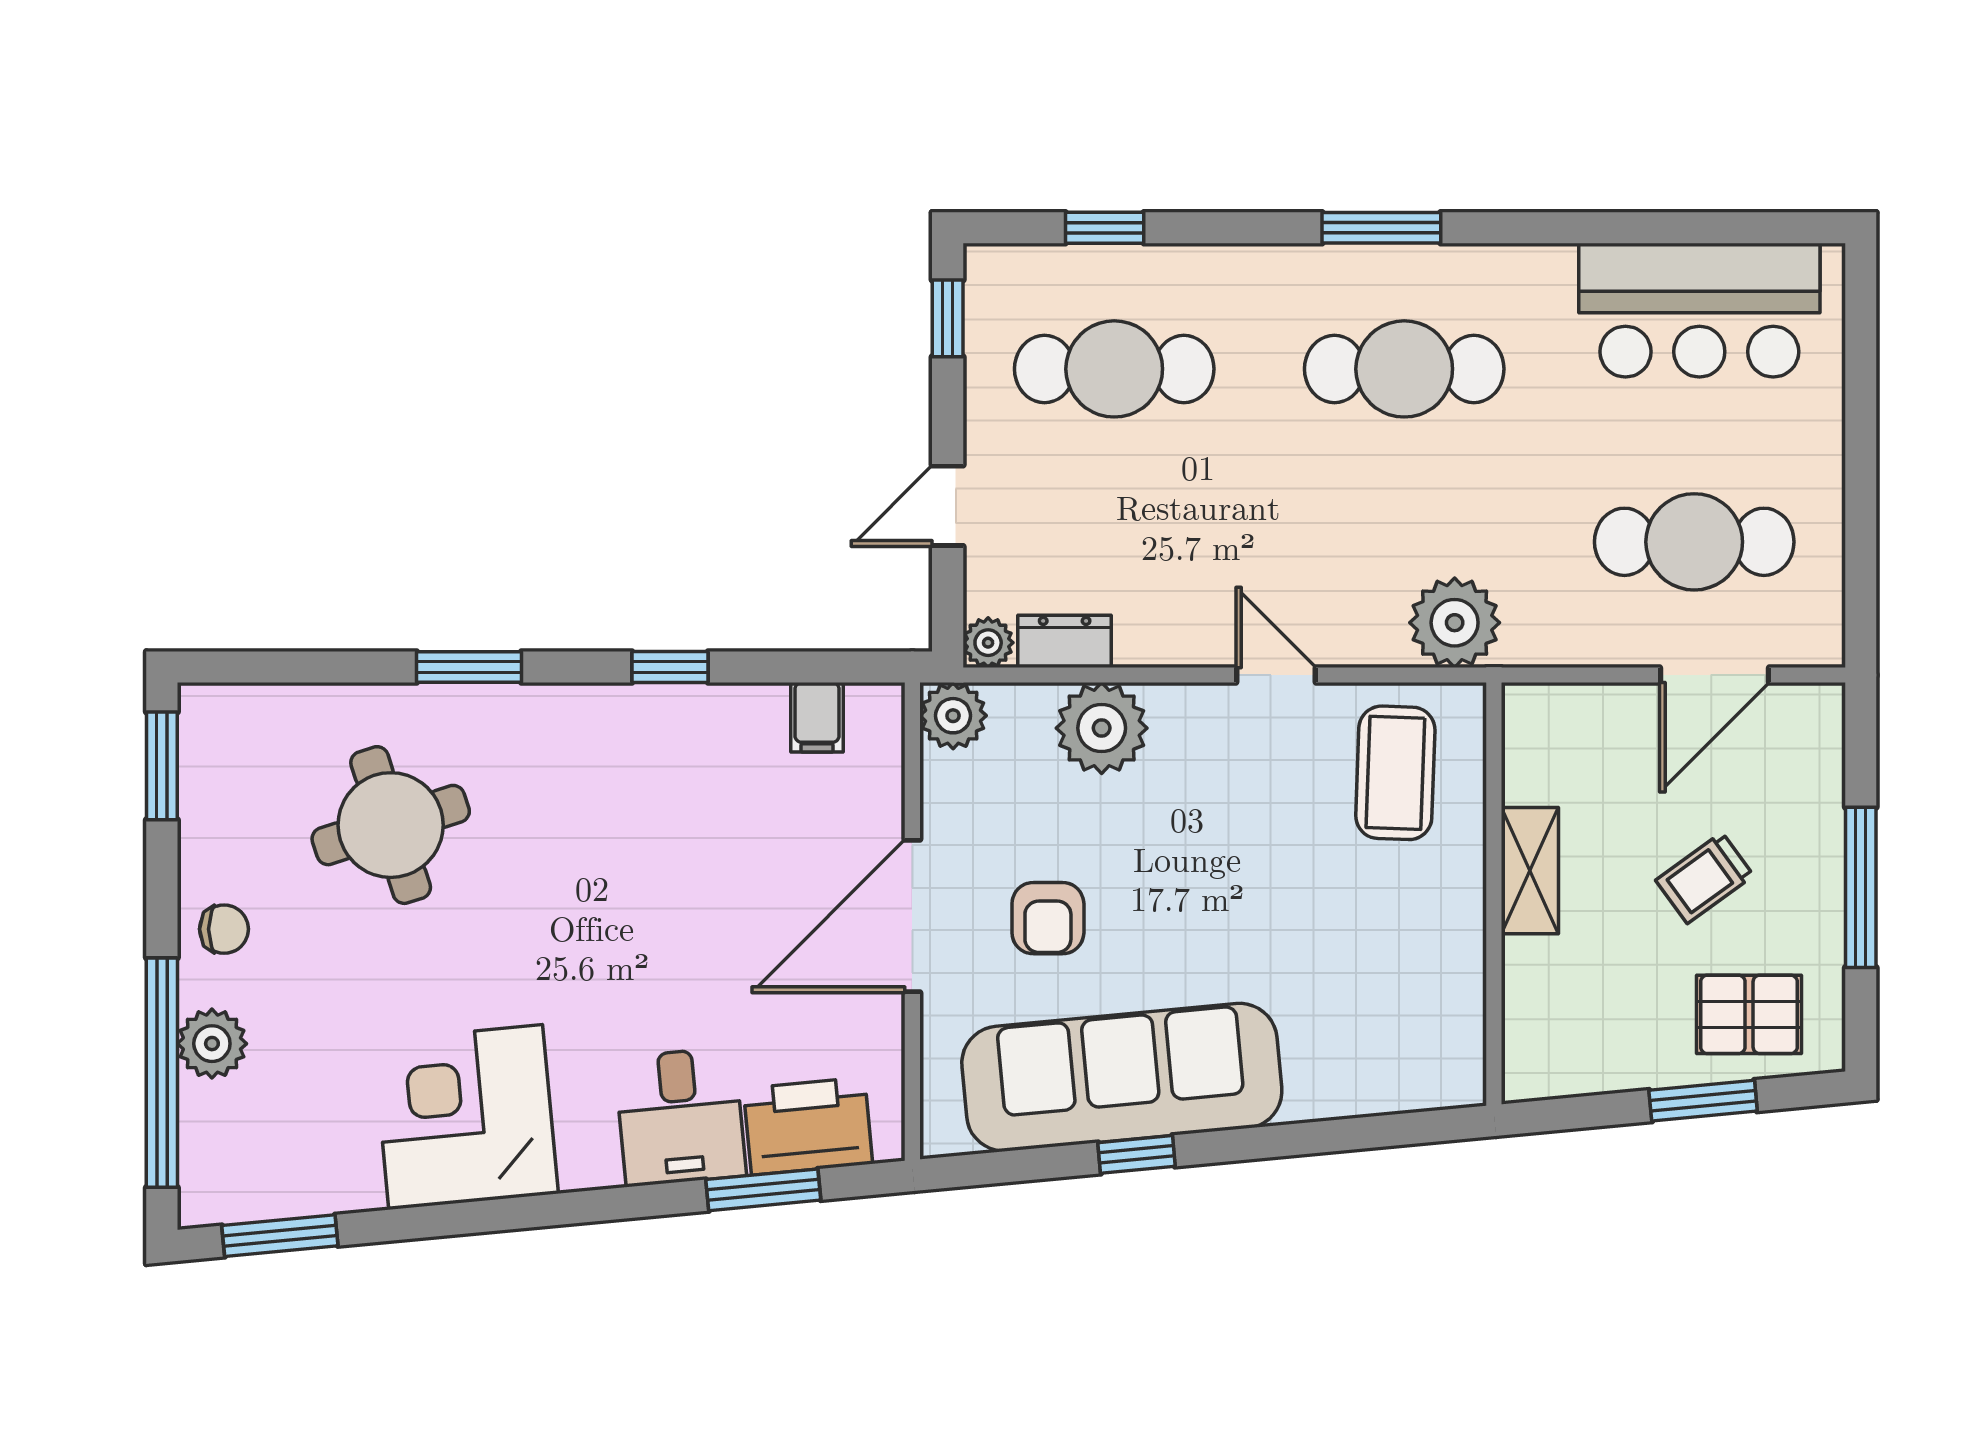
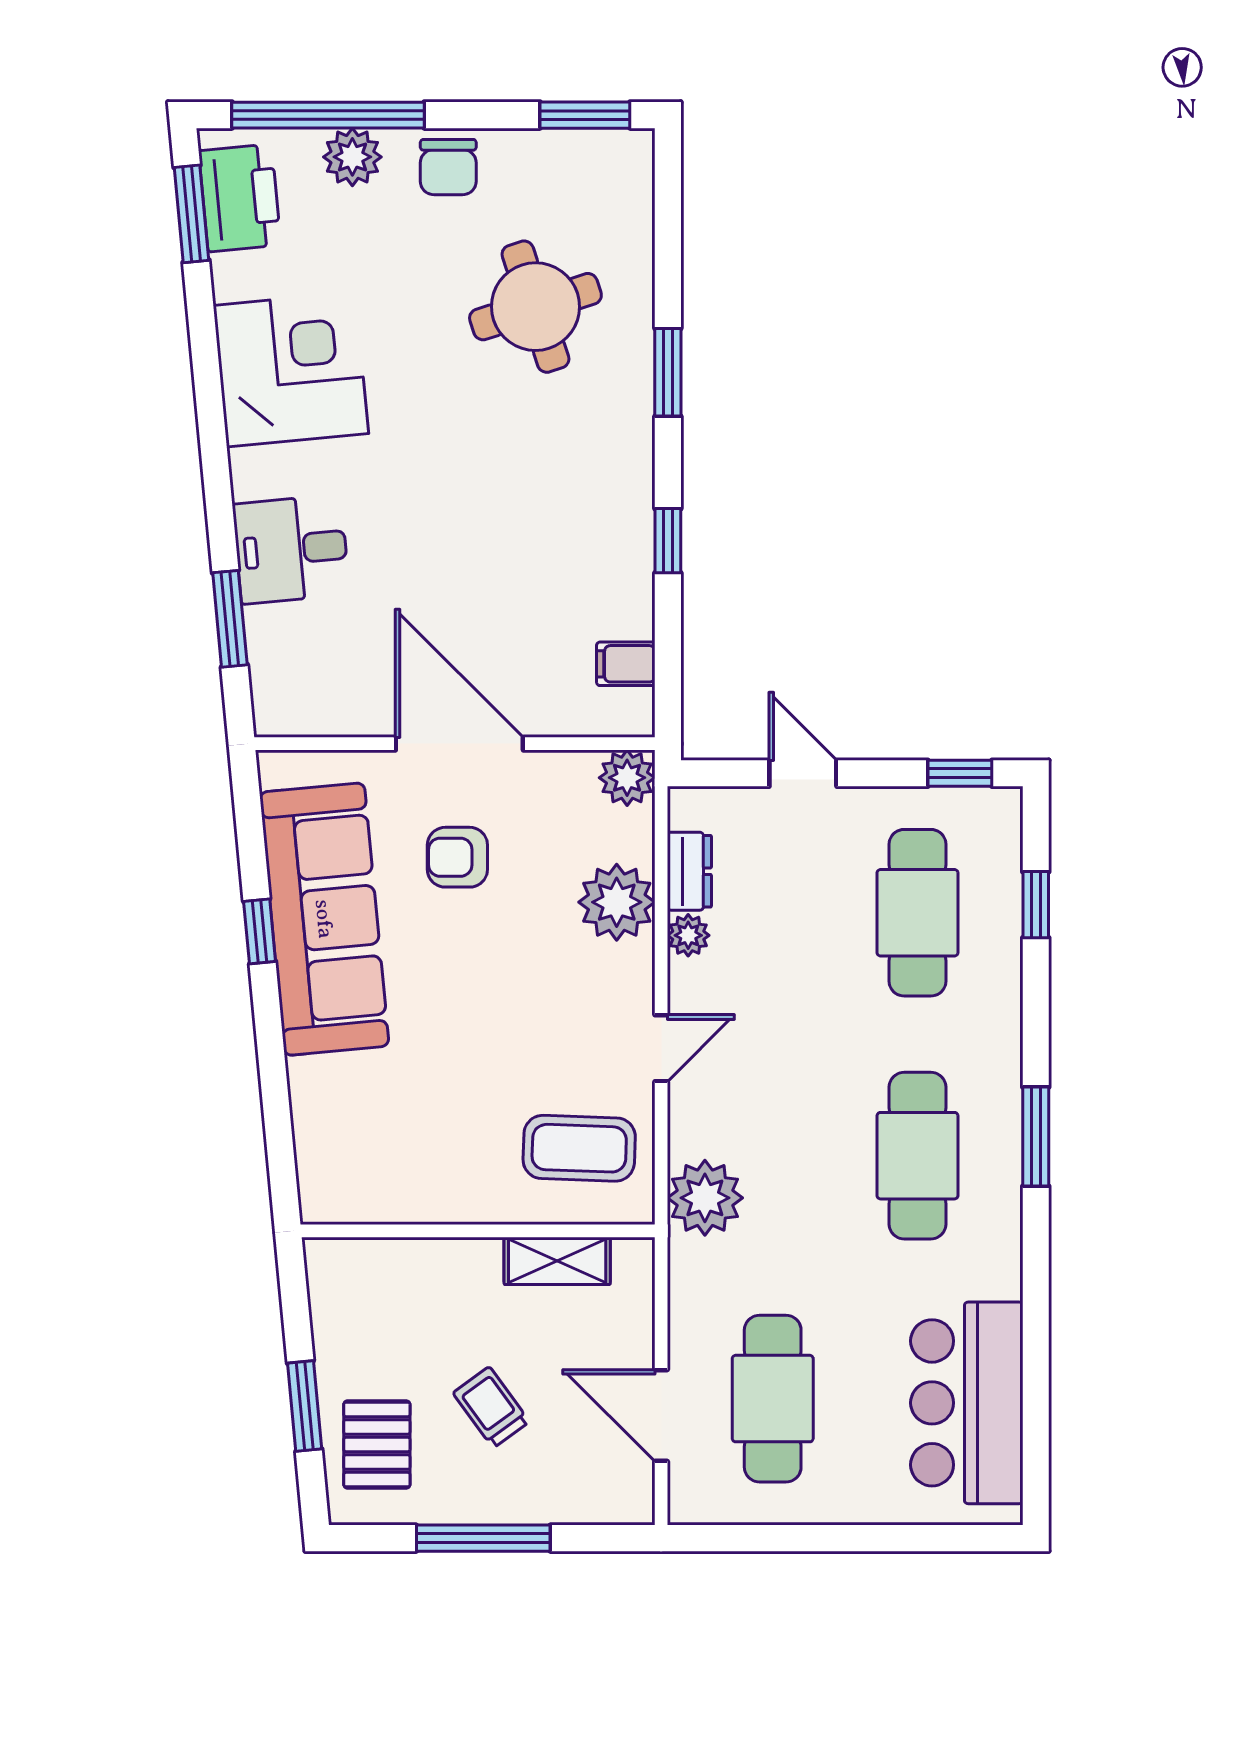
plant: (988, 643) -> (688, 935), moved
shelving: (1530, 871) -> (557, 1261), moved
chair: (224, 929) -> (448, 167), width x1.37, depth x1.37
printer: (808, 1126) -> (240, 198), moved

